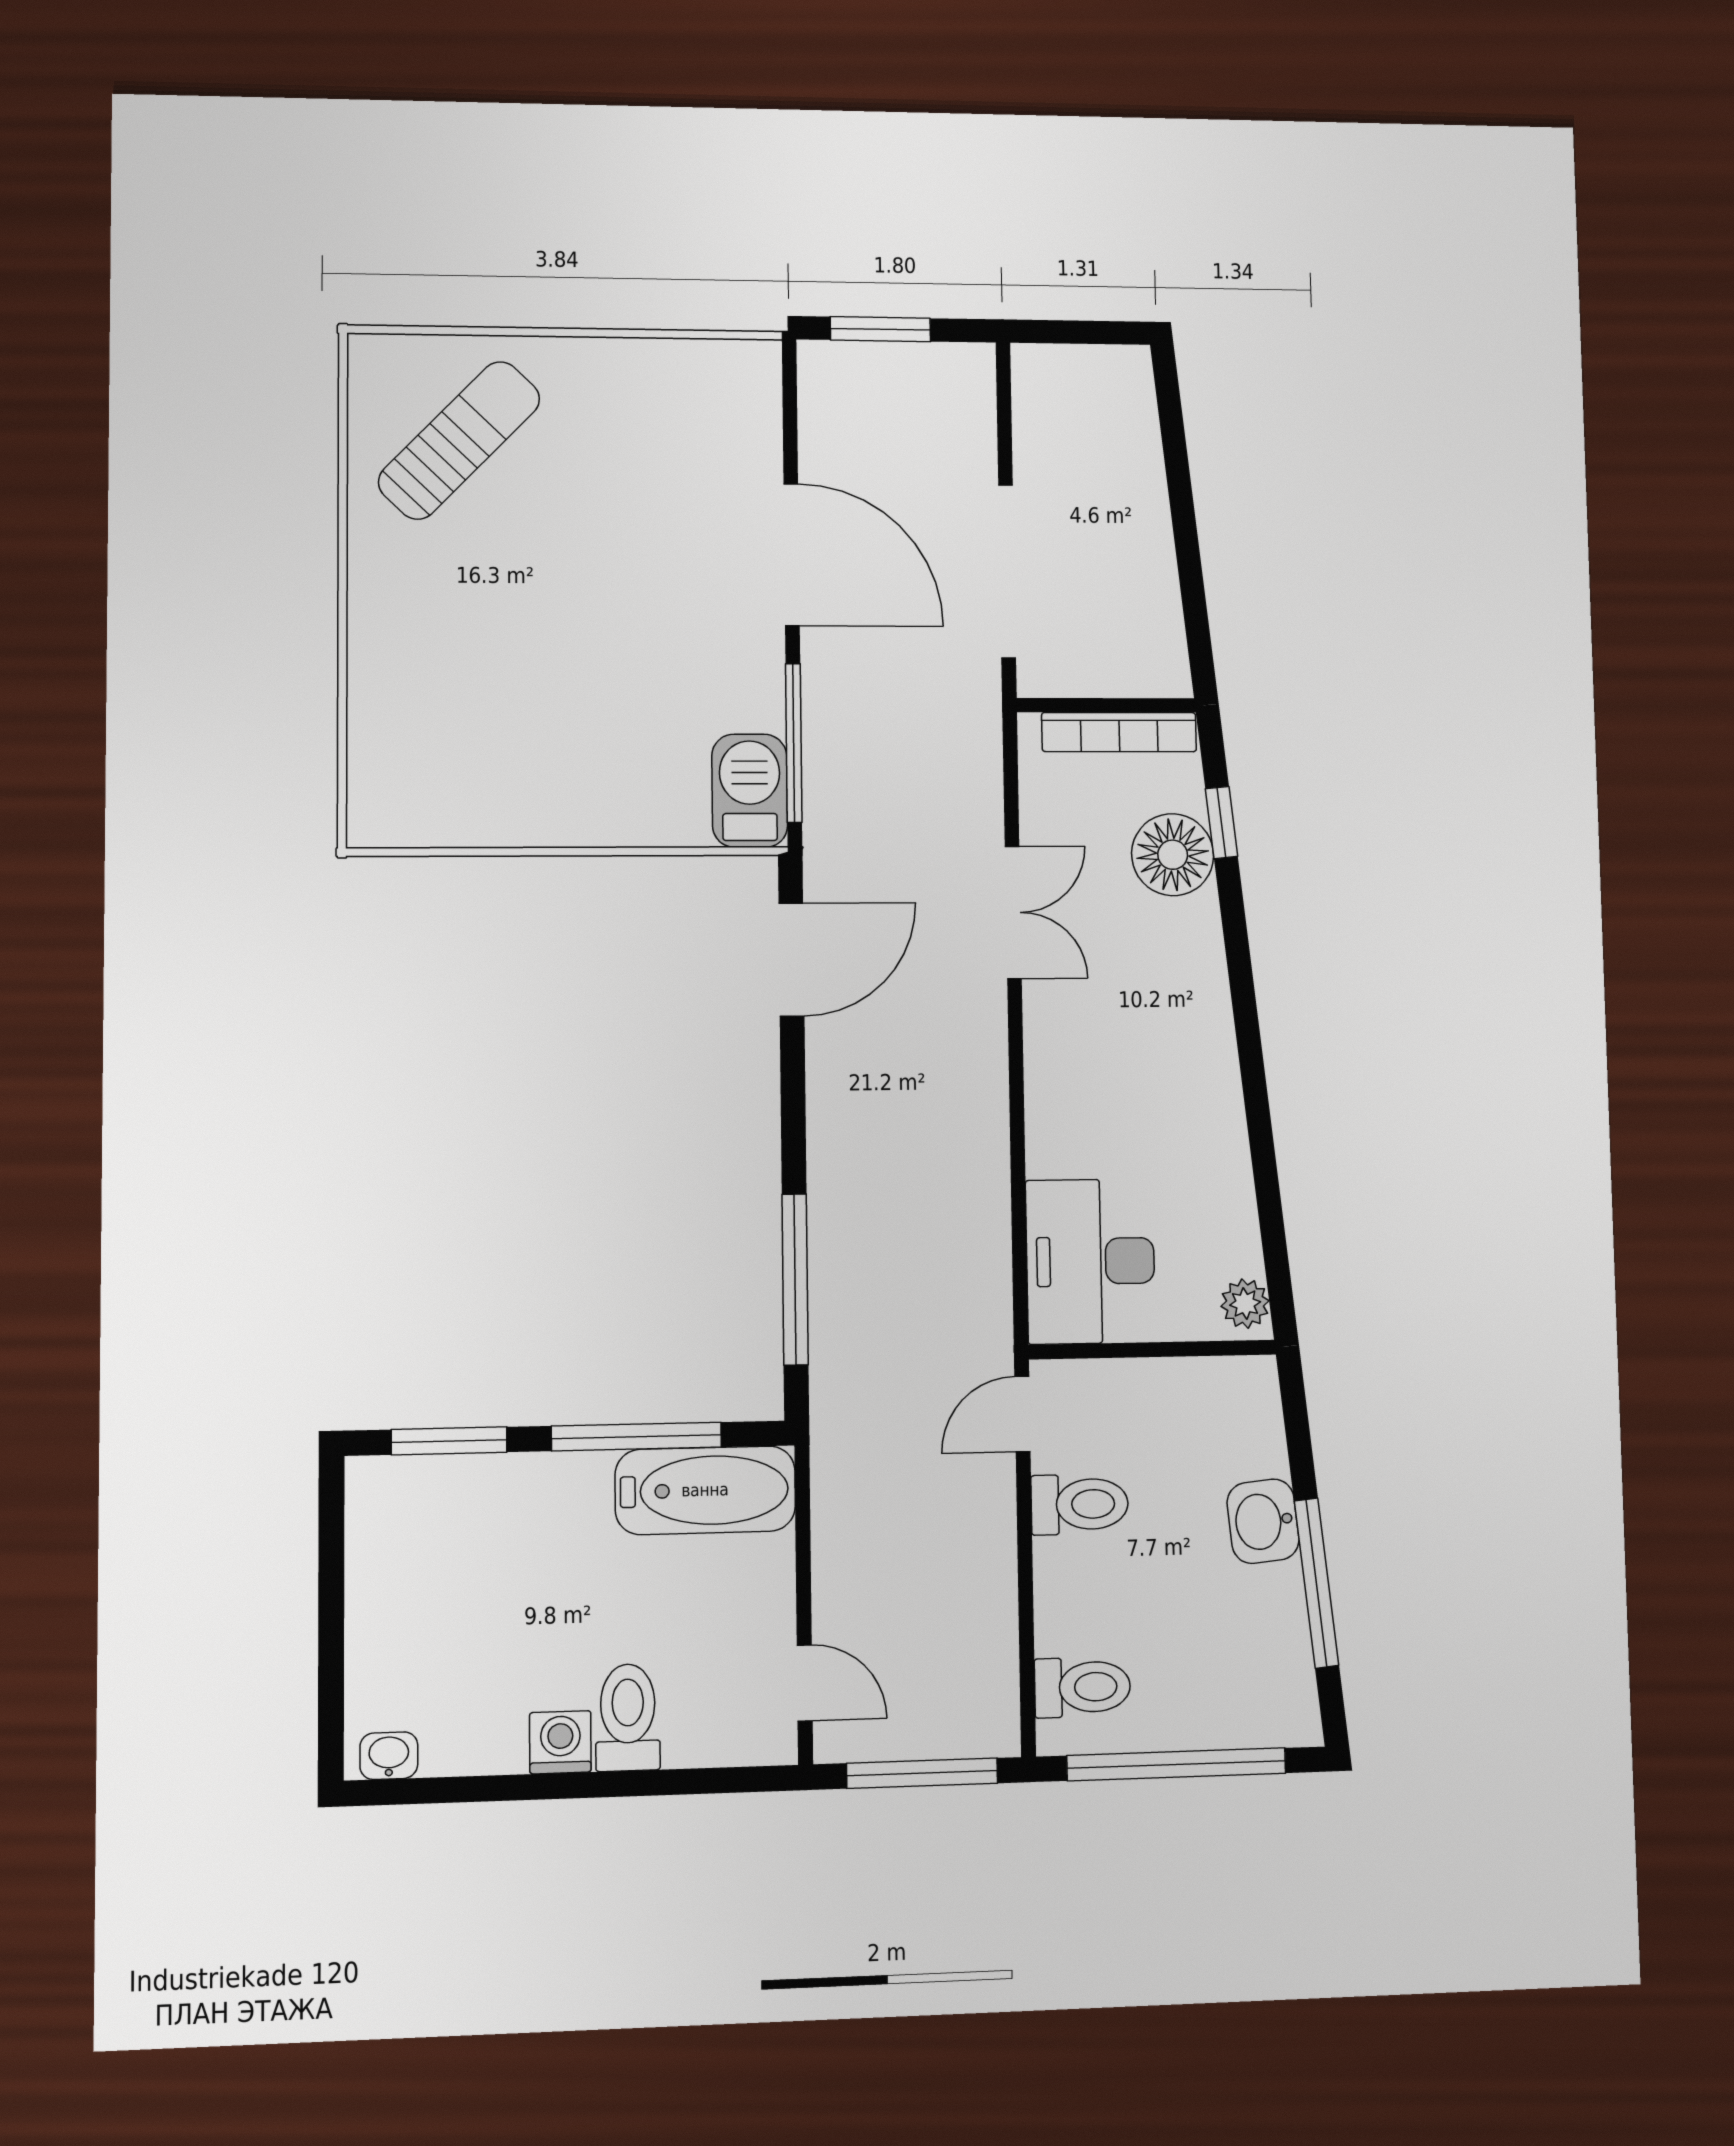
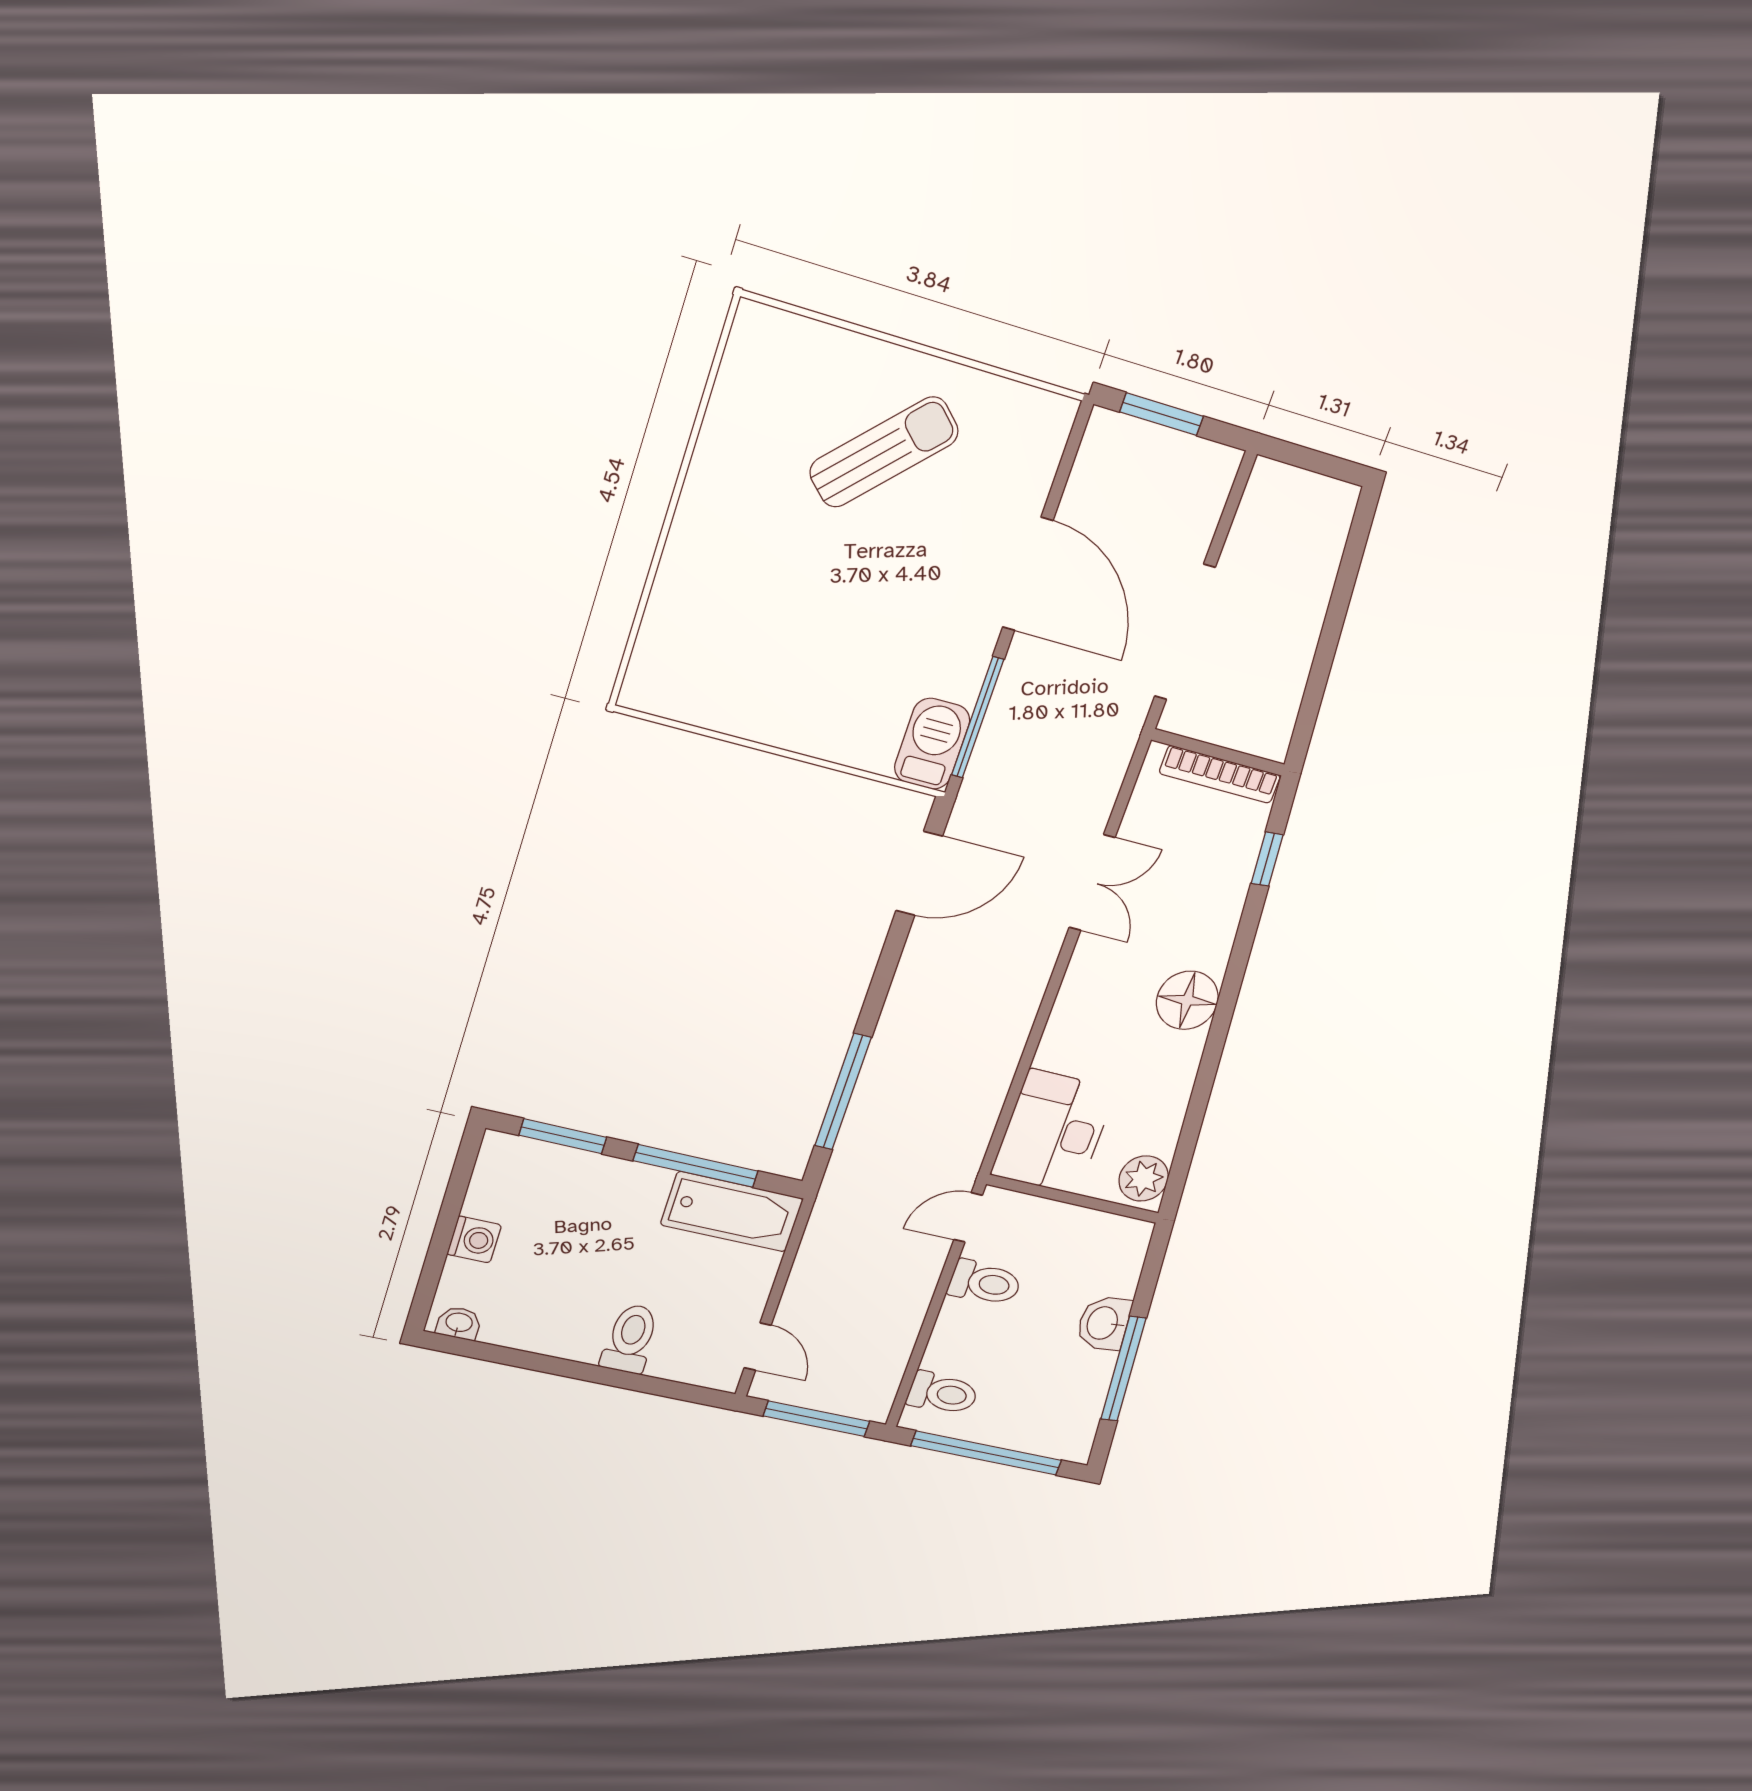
sun lounger: (459, 440) -> (884, 452), moved
floor lamp: (1173, 855) -> (1187, 1000), moved
plant: (1245, 1304) -> (1144, 1178), width x1.38, depth x1.38
washing machine: (560, 1742) -> (474, 1240), moved, turned 90

